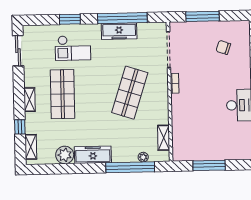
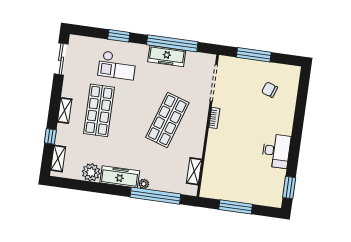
plant: (143, 157) -> (144, 184), moved

